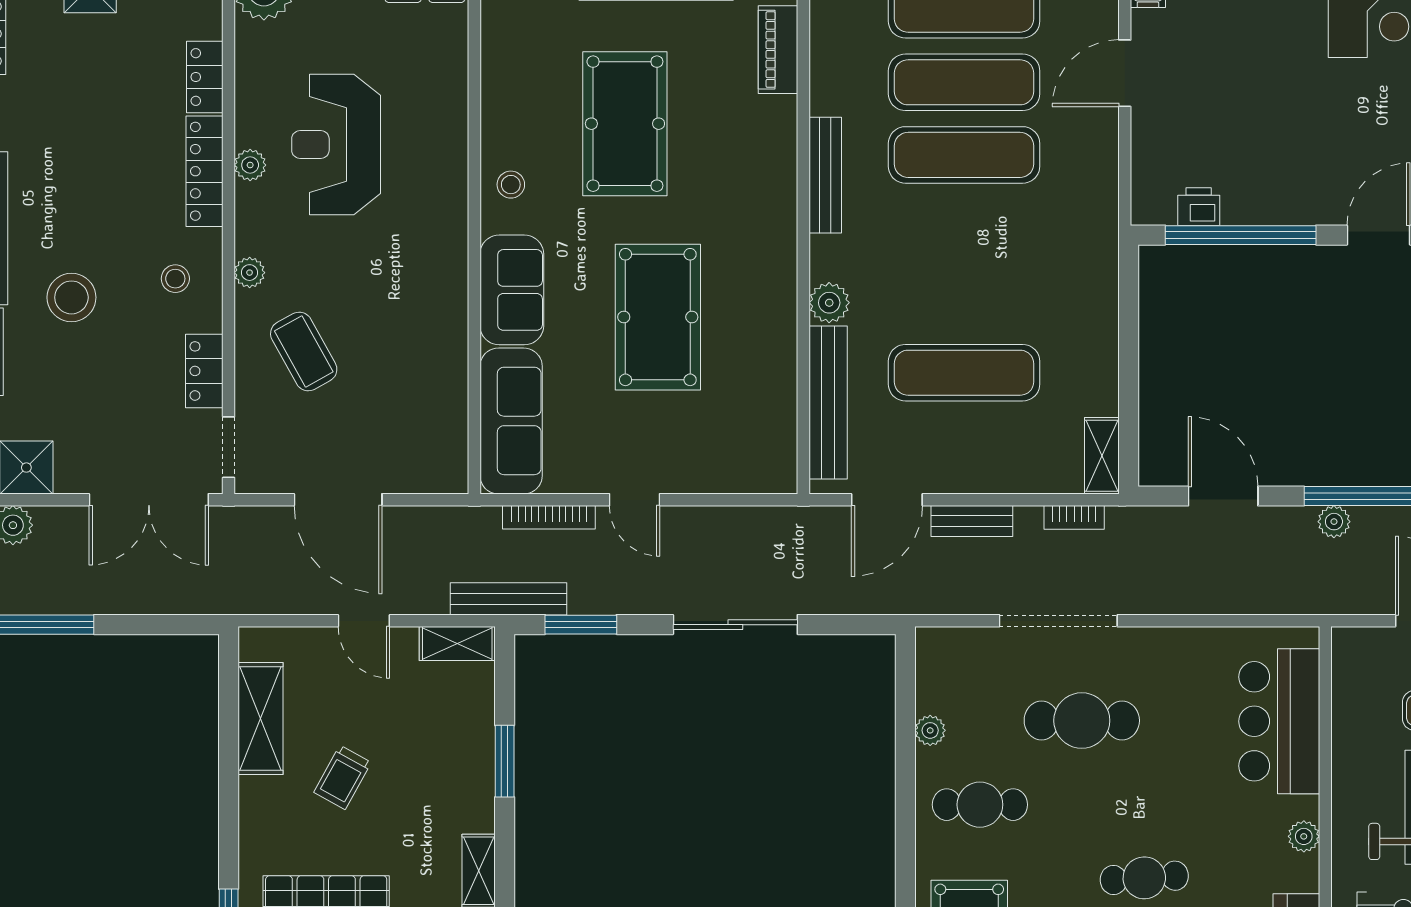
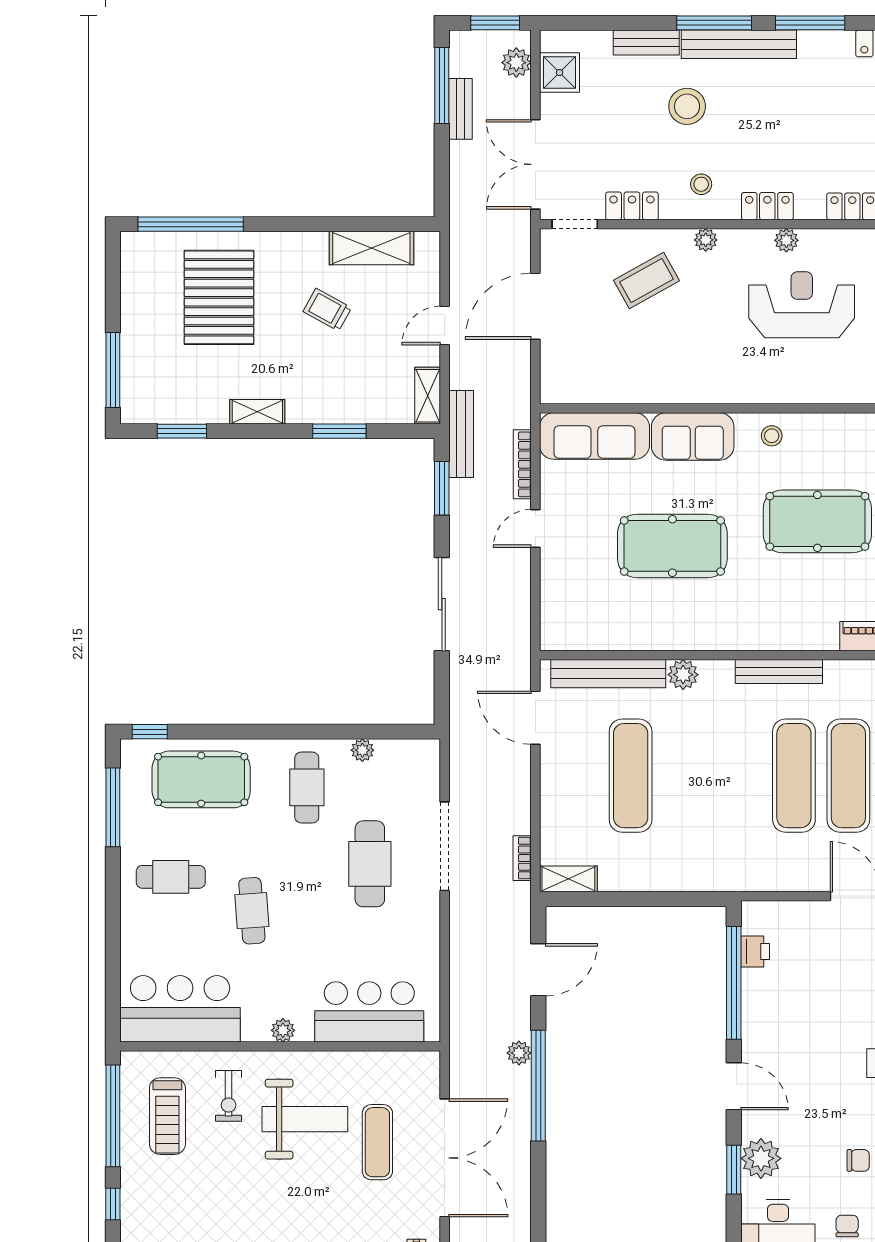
locker: (205, 171) -> (767, 206), width x0.66
bench: (972, 521) -> (461, 109), moved

